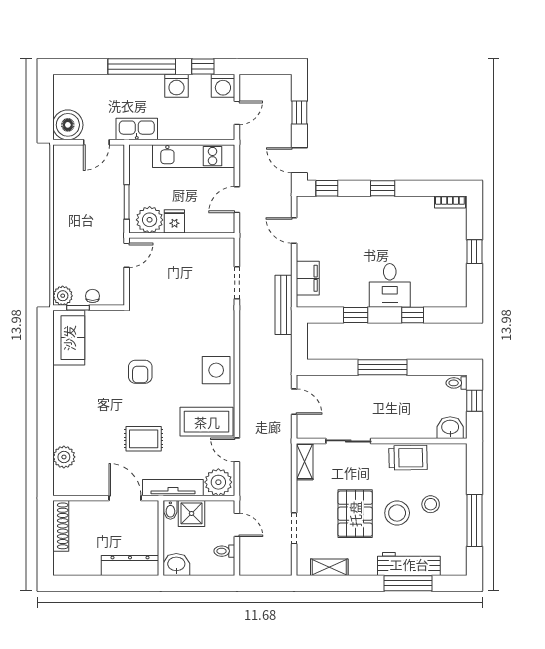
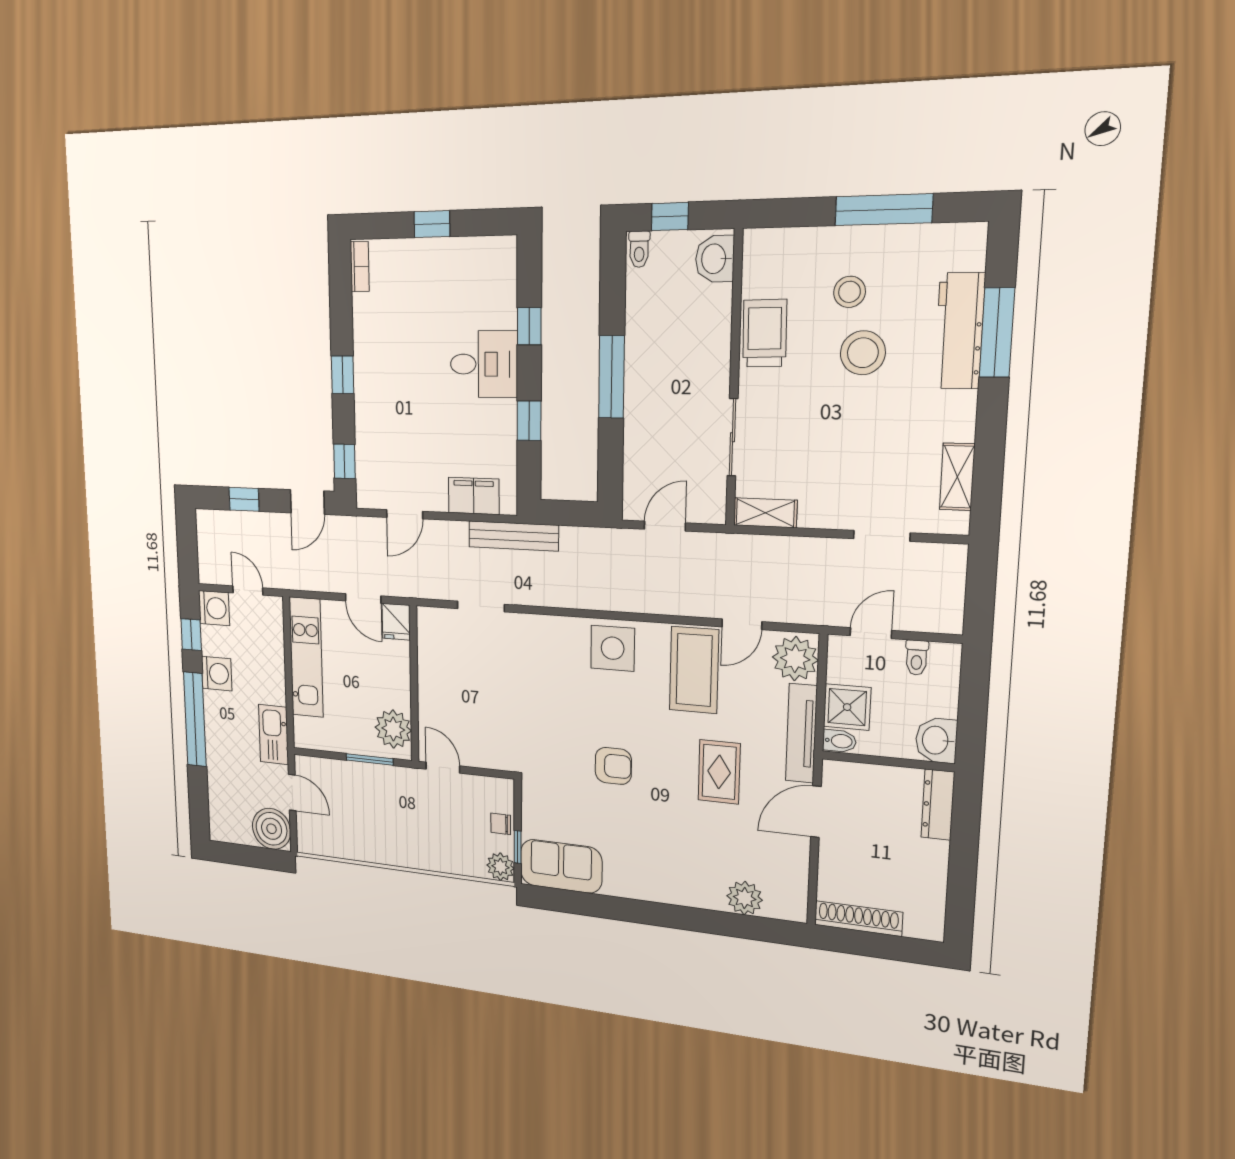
fridge: (174, 221) -> (396, 622), moved, turned -90
pallet: (355, 514) -> (861, 428), removed
dresser: (130, 566) -> (938, 805), width x0.73, depth x0.80

